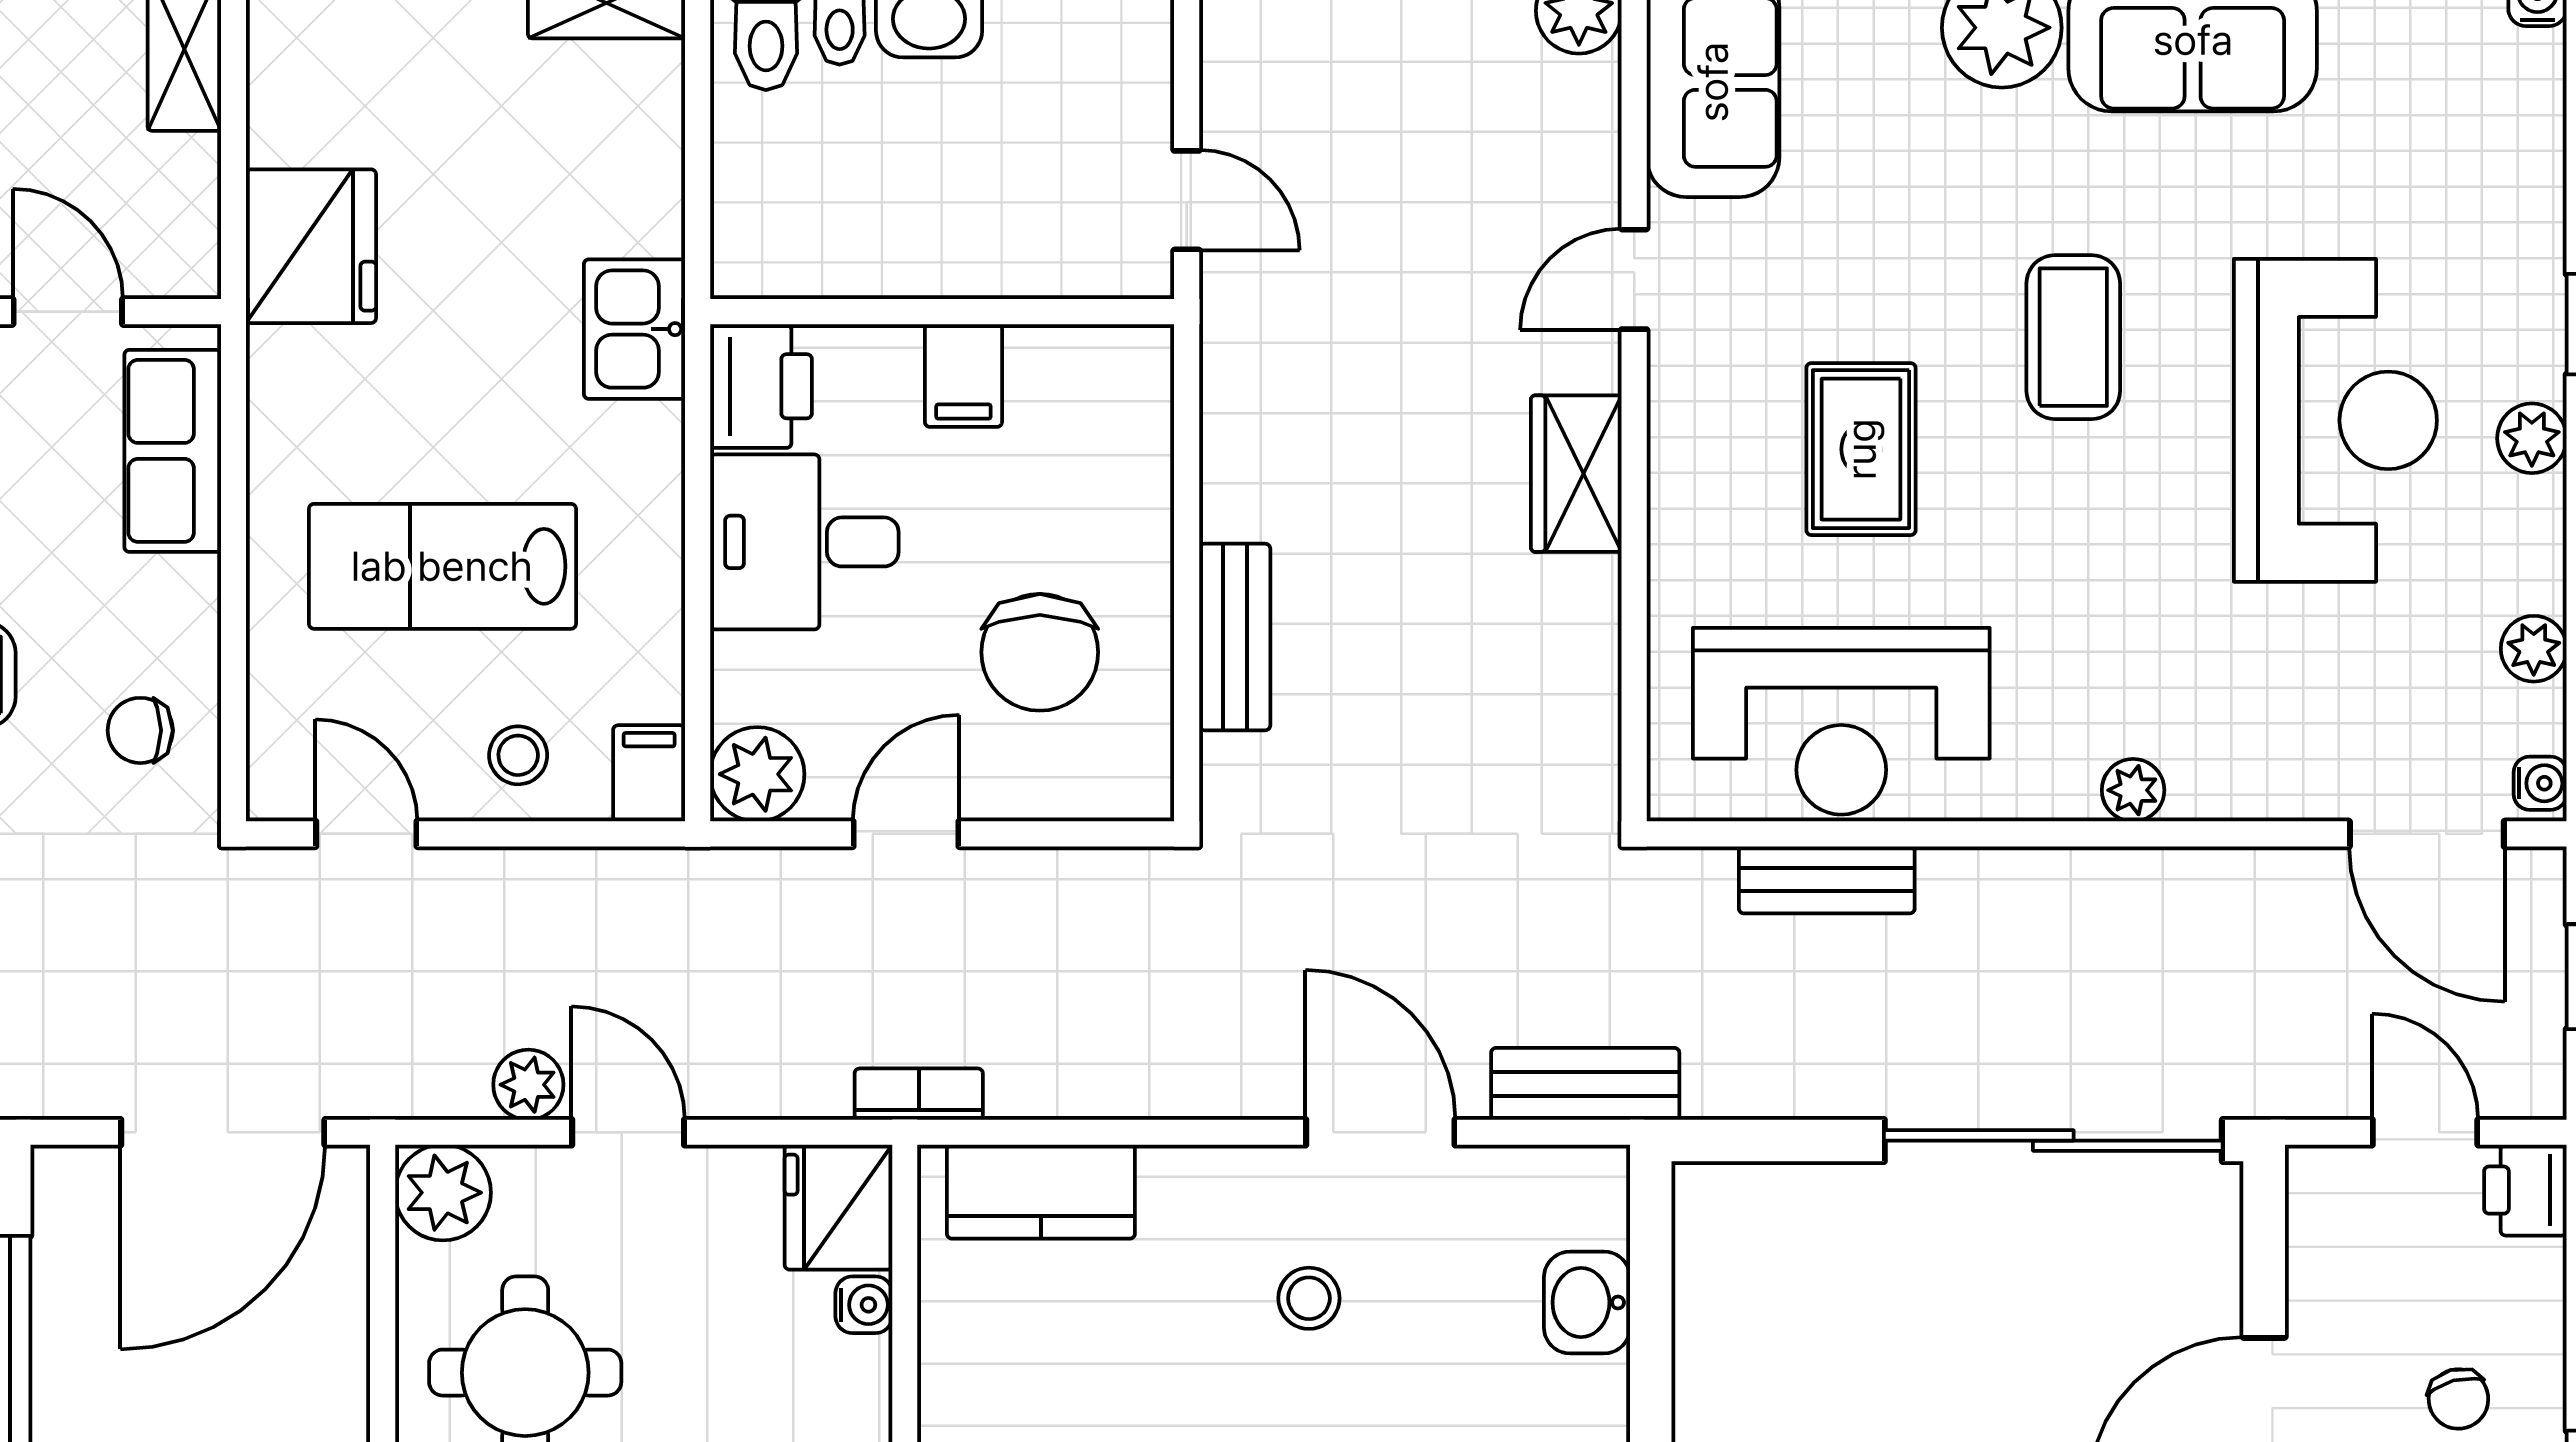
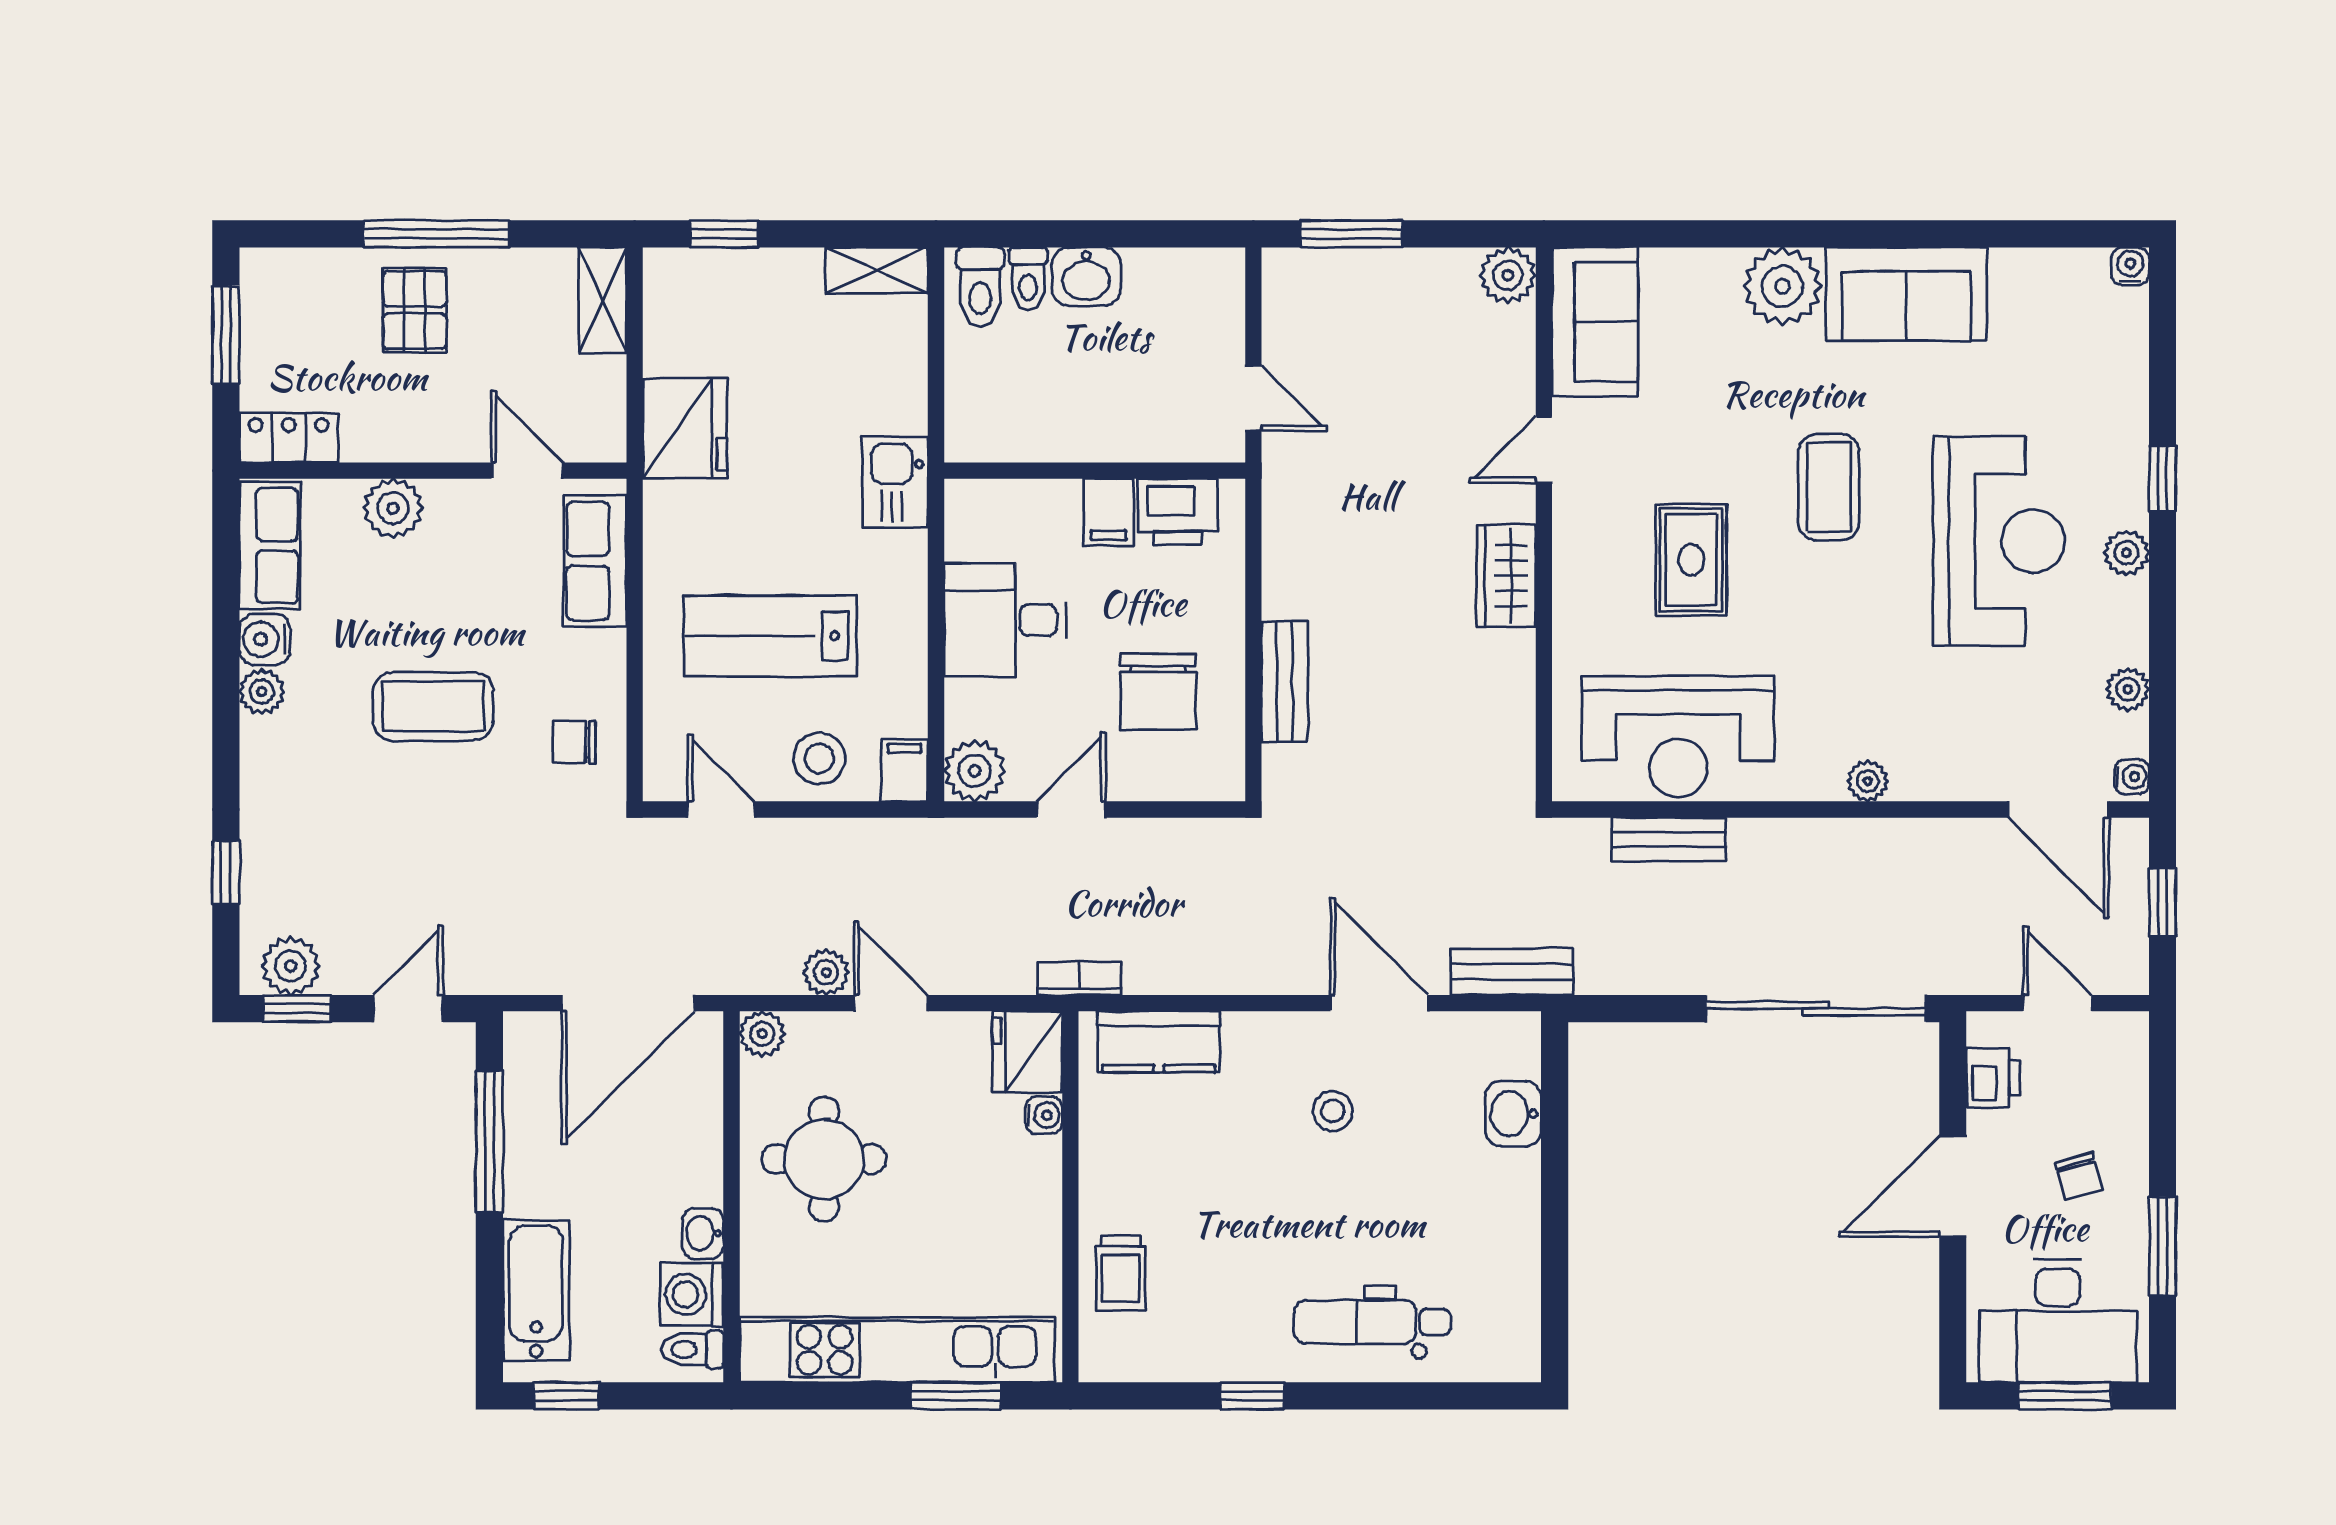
printer: (761, 386) -> (1178, 512), moved, turned 90
stool: (518, 755) -> (819, 759), width x1.37, depth x1.37
printer: (2525, 1190) -> (1993, 1078), moved, turned 180
plant: (443, 1193) -> (762, 1034), width x0.73, depth x0.73

